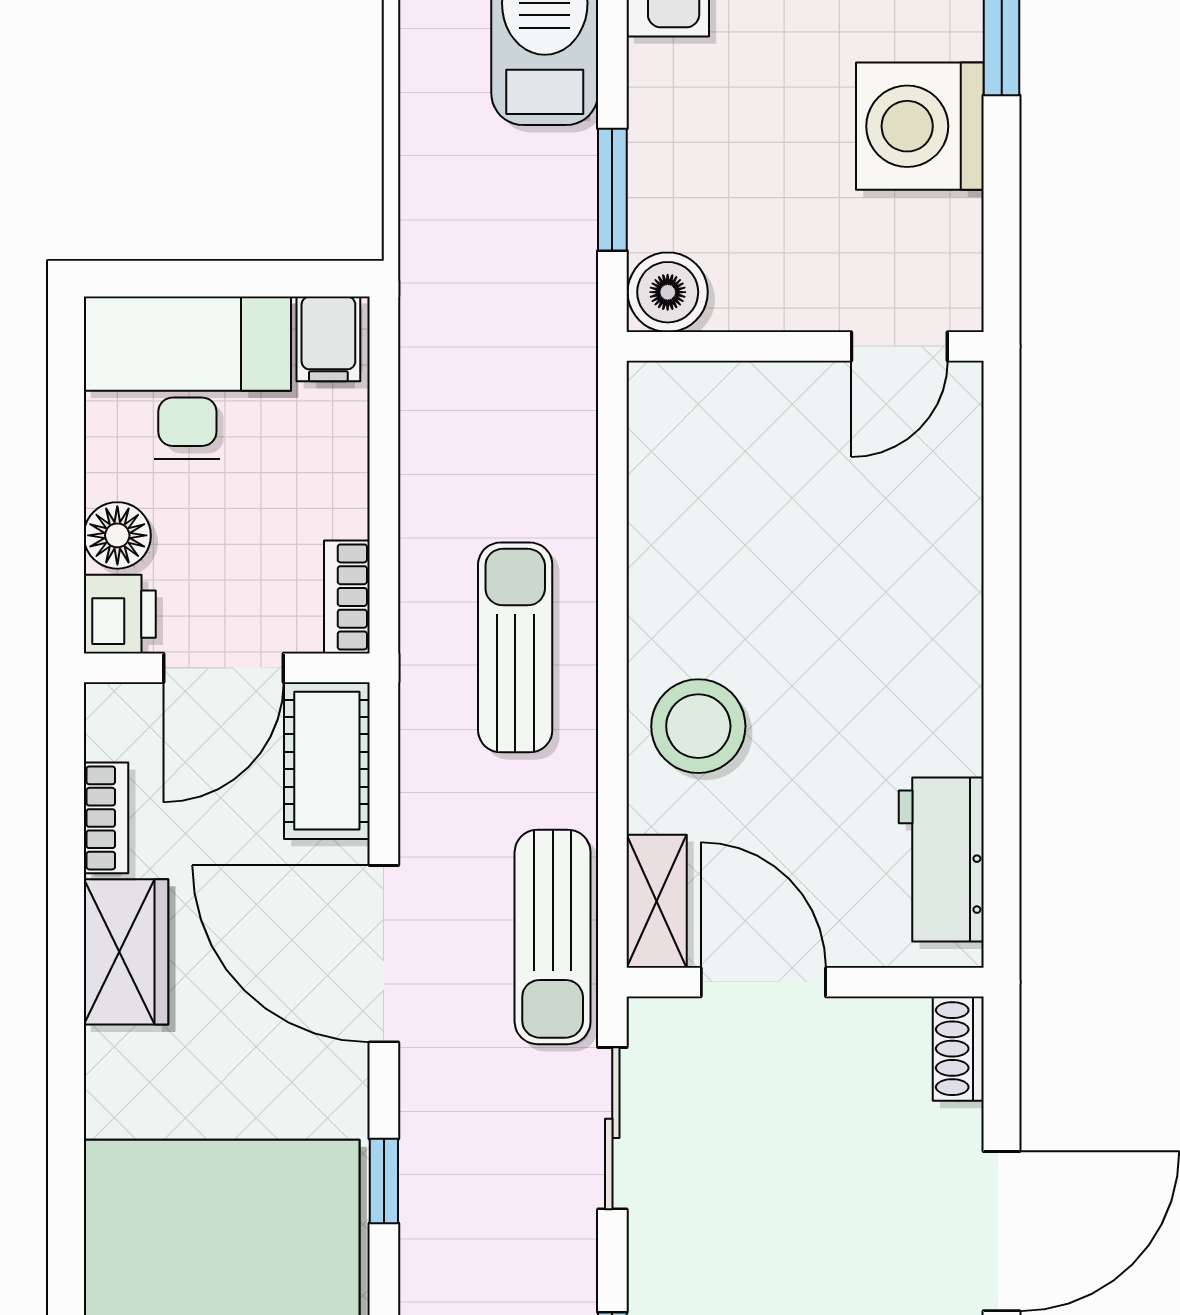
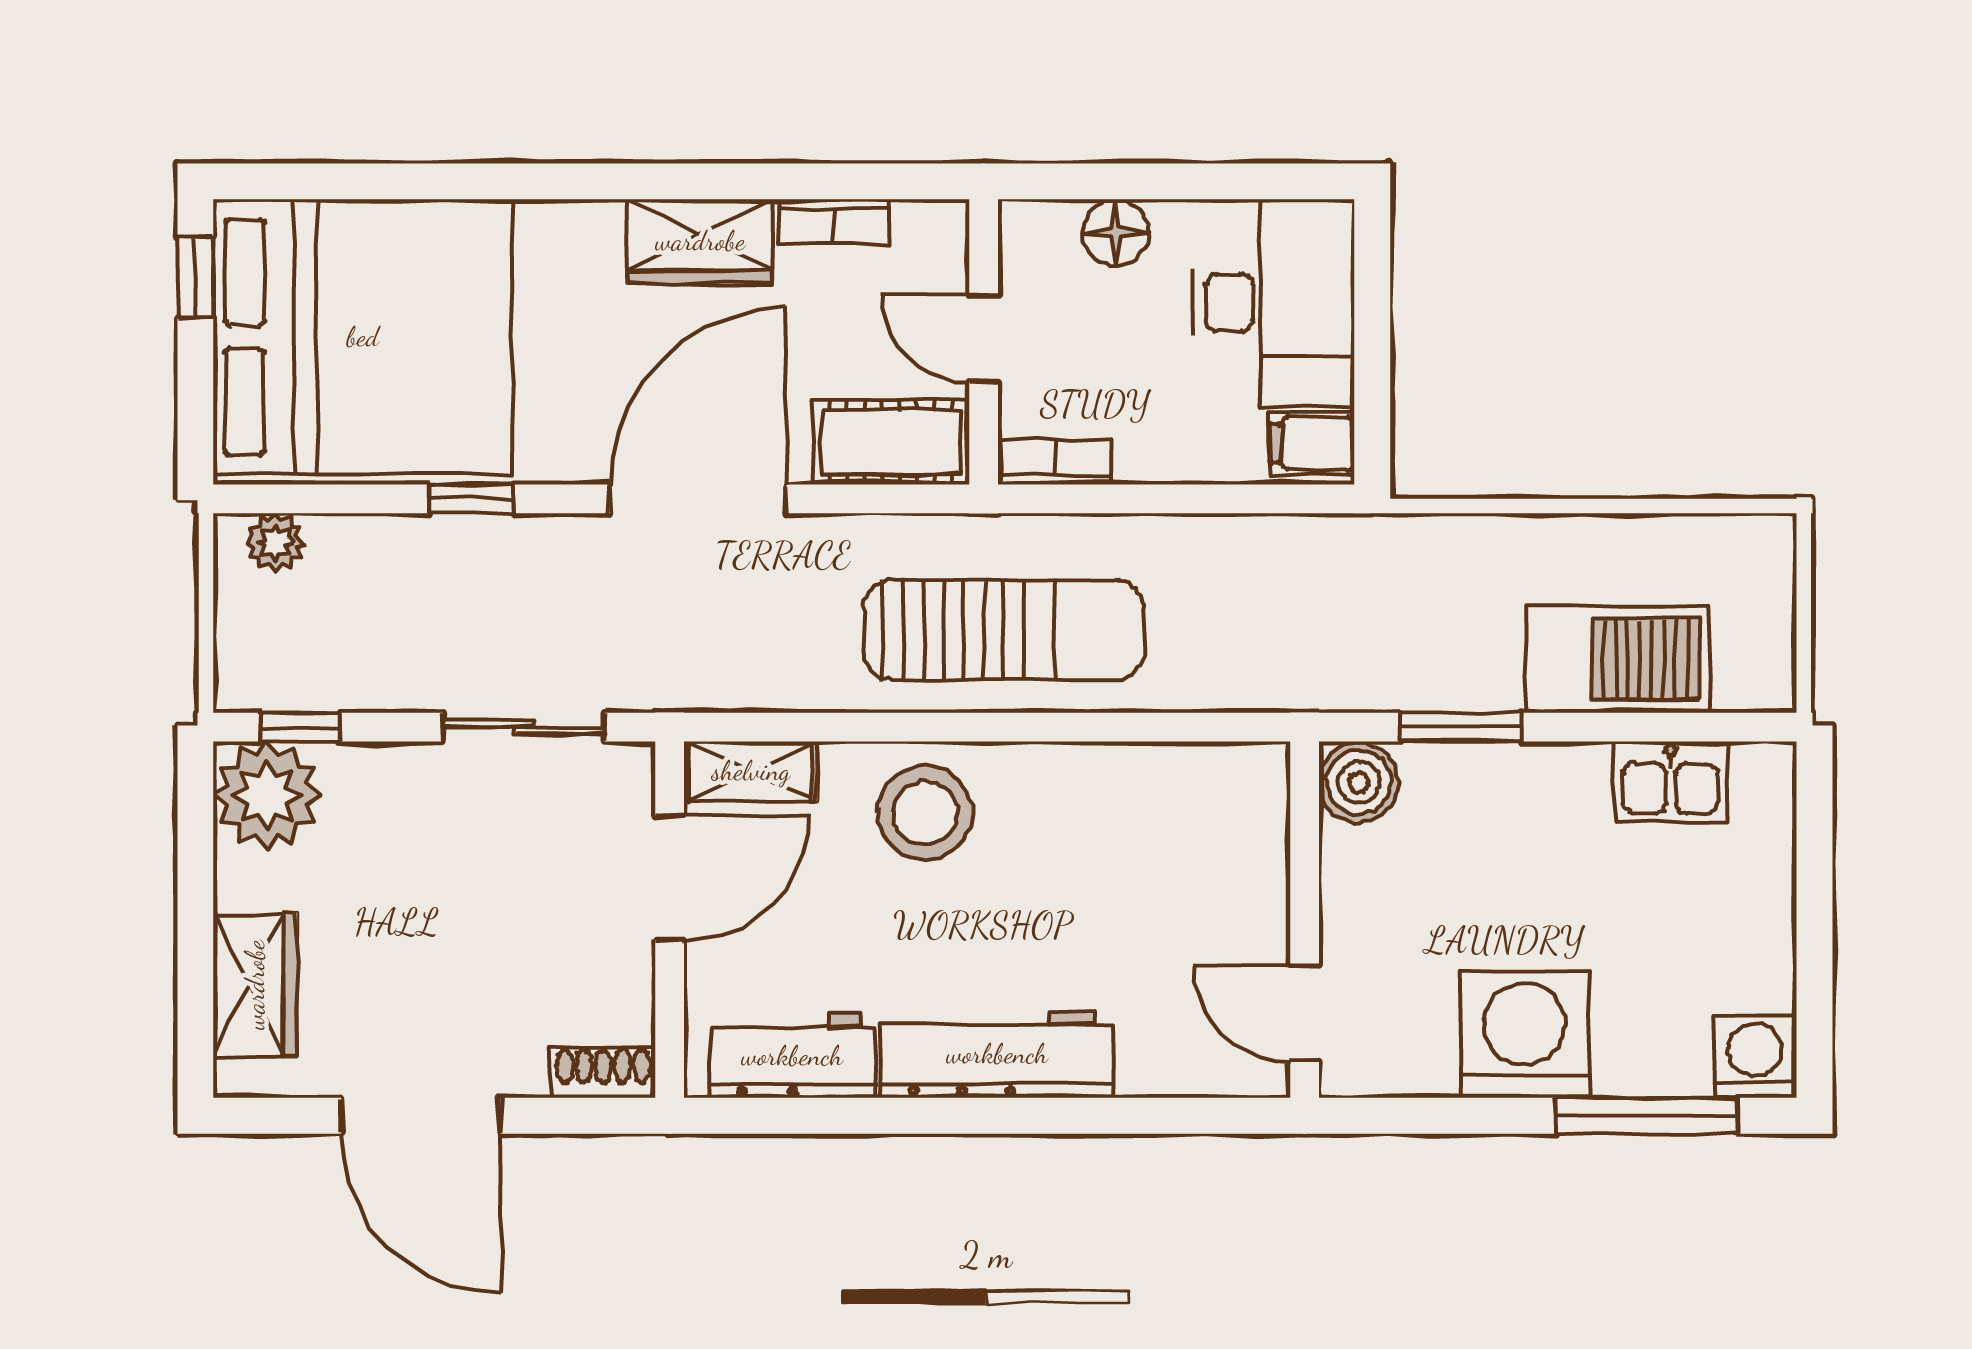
printer: (120, 614) -> (1037, 235), removed
sun lounger: (515, 647) -> (1004, 630), width x1.36, depth x1.34
workbench: (940, 654) -> (997, 1054), added
door: (223, 668) -> (984, 339), width x0.73
sun lounger: (553, 937) -> (715, 667), removed

